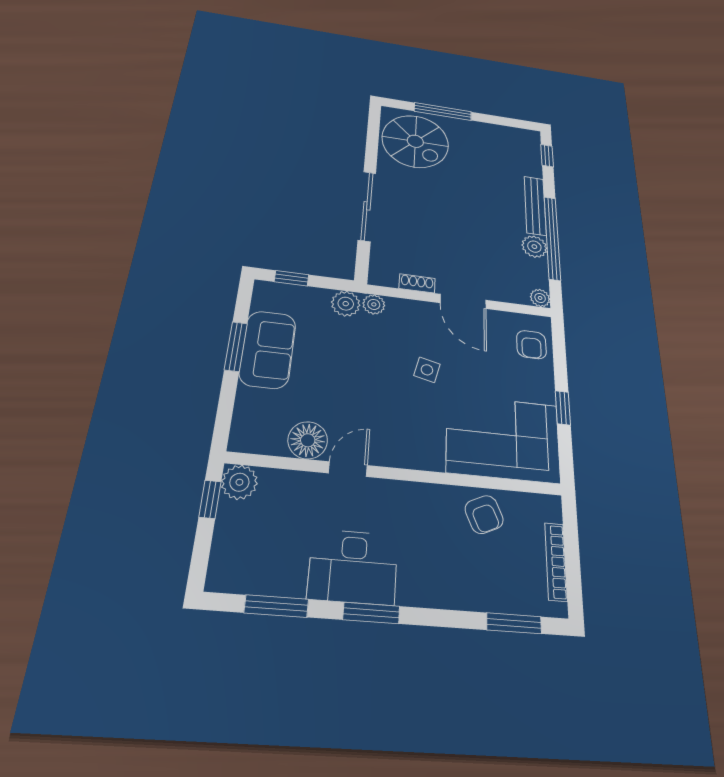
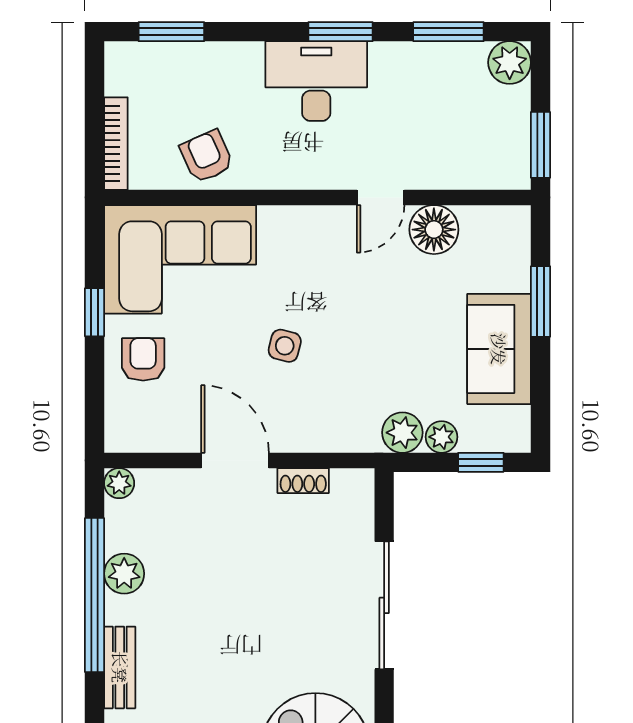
bench: (535, 206) -> (120, 667), width x0.73
plant: (374, 304) -> (441, 437), moved
armchair: (531, 345) -> (143, 359), moved
window: (236, 346) -> (540, 301), moved
plant: (239, 482) -> (510, 62), moved
window: (210, 499) -> (540, 145), width x1.50
bookcase: (556, 561) -> (116, 144), moved
desk: (353, 567) -> (316, 81), moved

